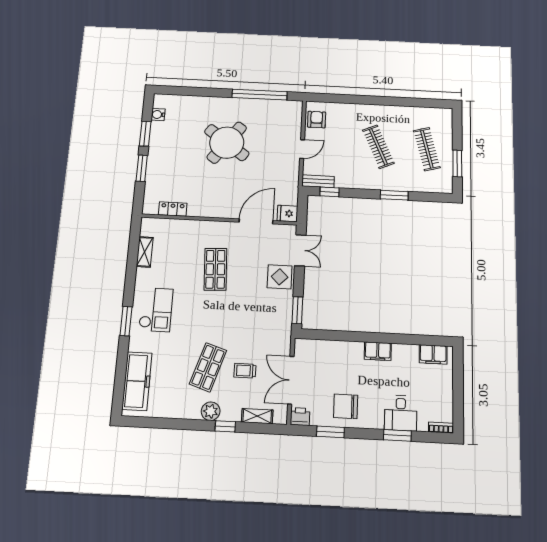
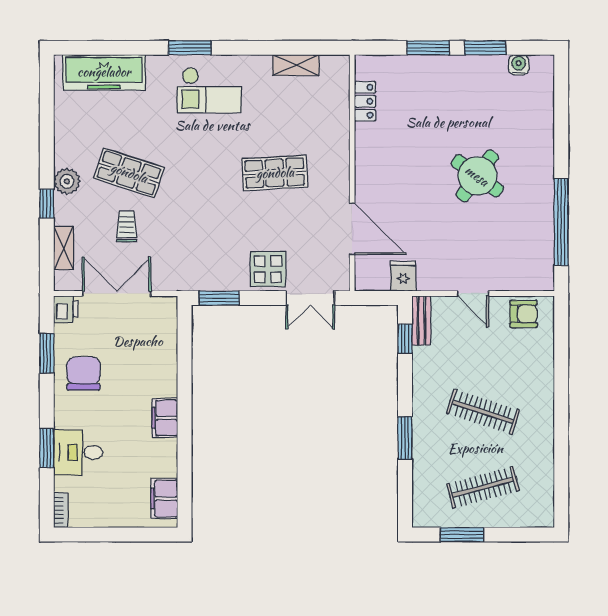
round table: (227, 143) -> (477, 176), width x0.73, depth x0.73
clothes rail: (378, 147) -> (483, 412), turned 42
fridge: (287, 213) -> (403, 276), moved

